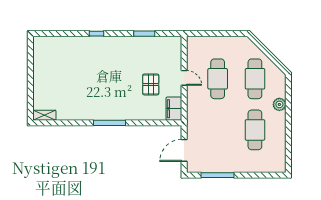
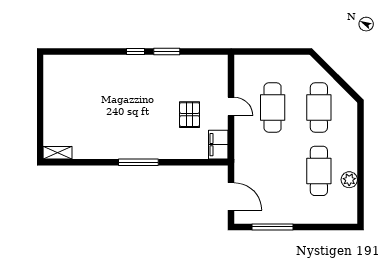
window: (96, 34) -> (136, 51), moved
window: (144, 34) -> (167, 51), moved
plant: (279, 104) -> (349, 180), moved
door: (184, 150) -> (231, 196), swing flipped

